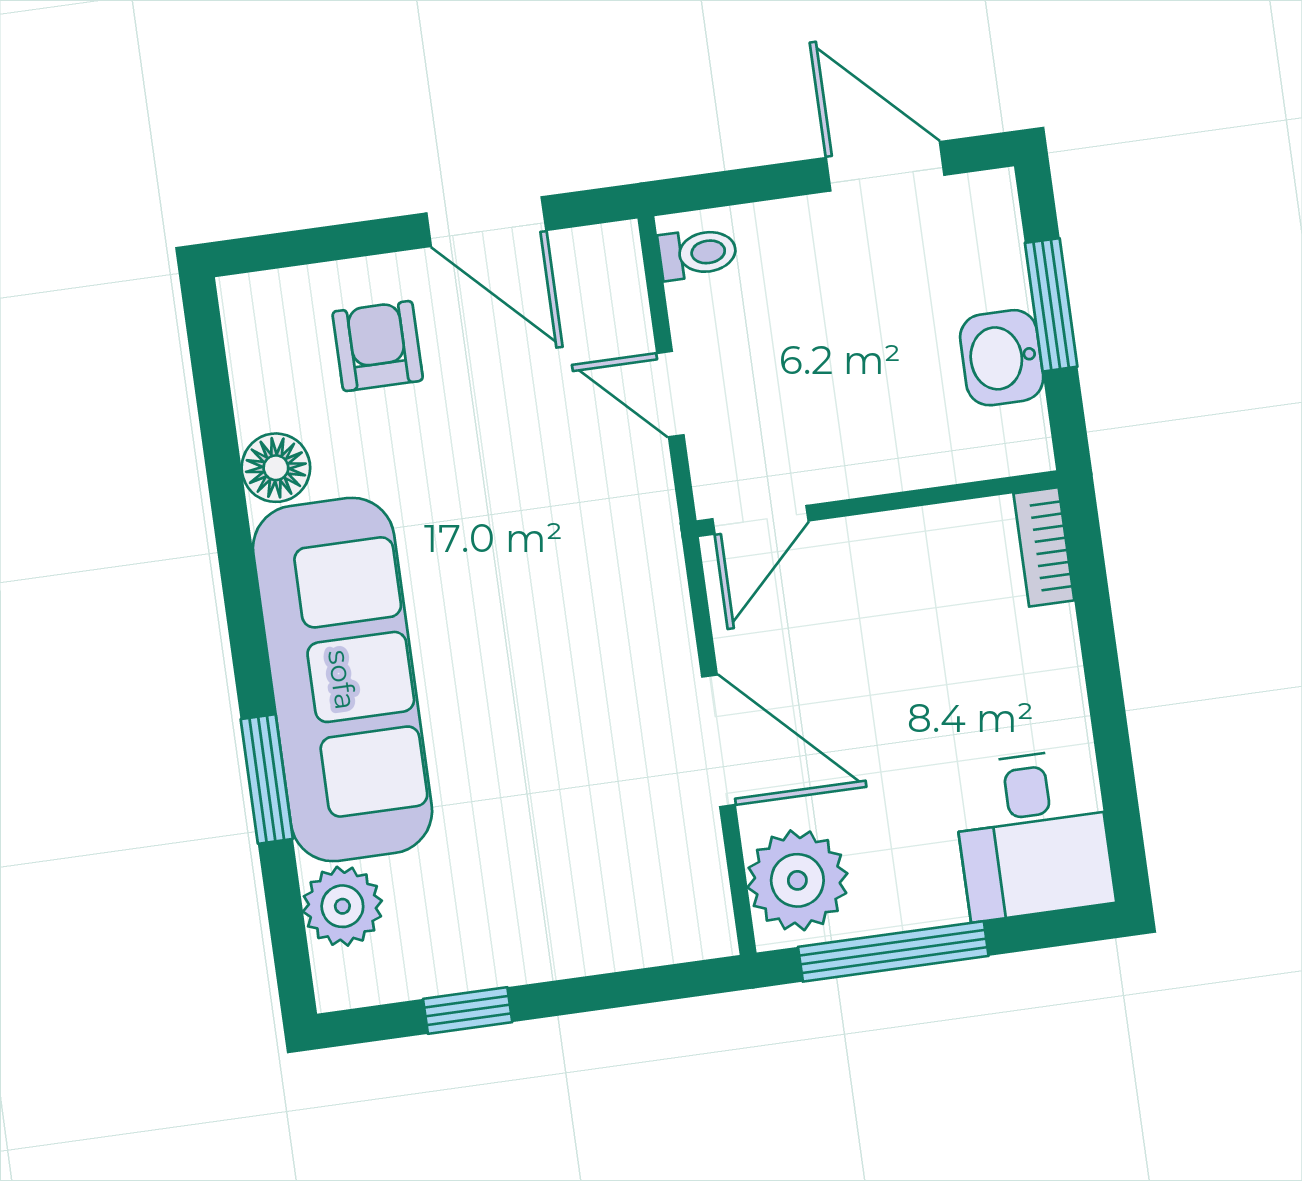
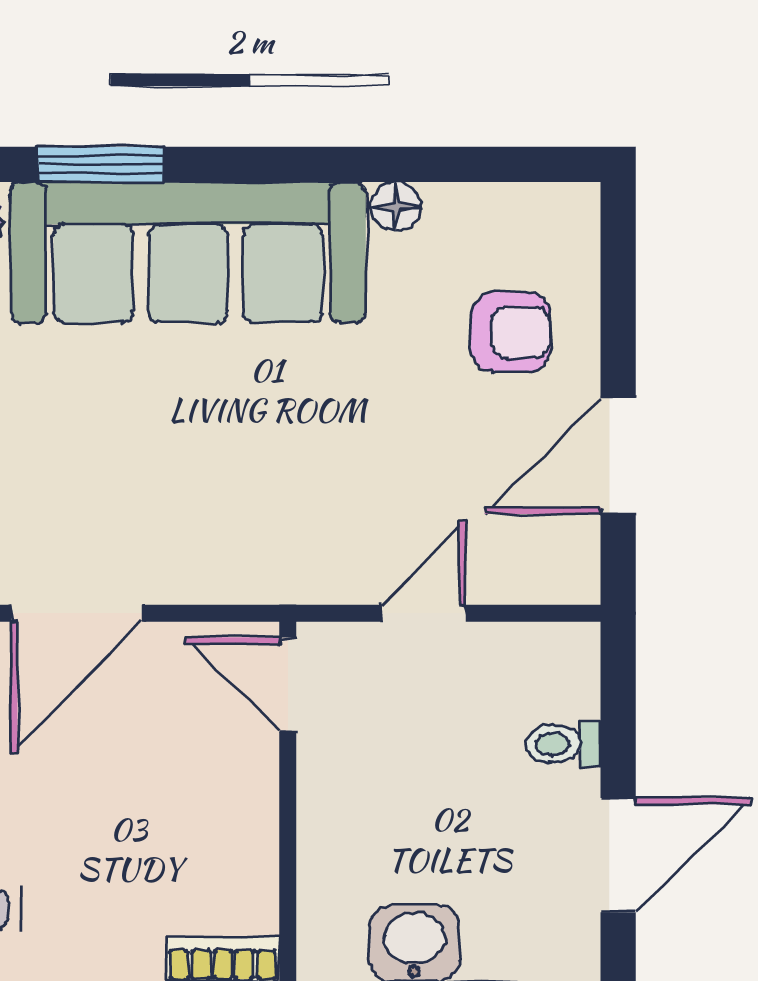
toilet: (698, 253) -> (563, 744), moved, turned 90
floor lamp: (276, 468) -> (396, 207), width x0.73, depth x0.73

